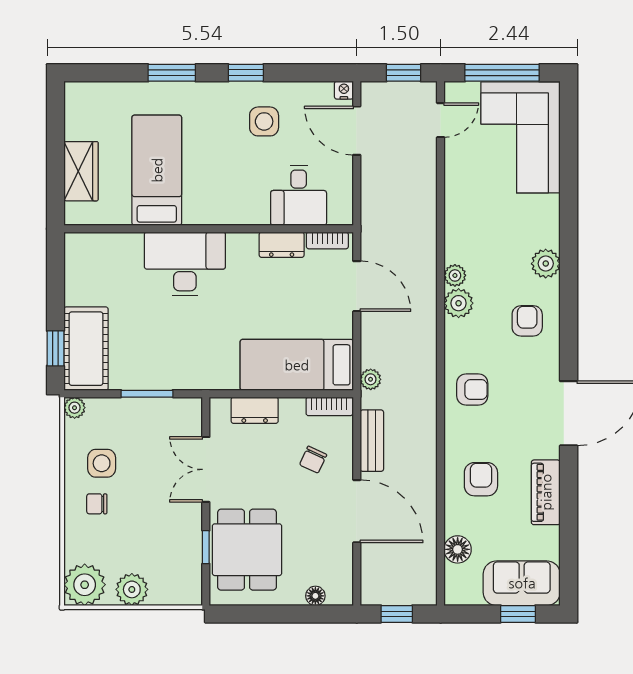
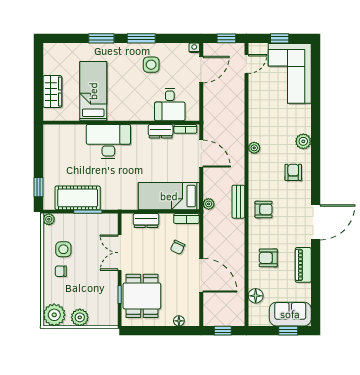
window: (246, 73) -> (141, 38), width x1.50
window: (502, 73) -> (280, 38), width x0.46
door: (357, 131) -> (201, 70), swing flipped
plant: (459, 303) -> (256, 163), removed
cot: (86, 349) -> (78, 198), moved, turned 90
bench: (372, 441) -> (238, 202), moved
armchair: (481, 479) -> (268, 258), turned -90

